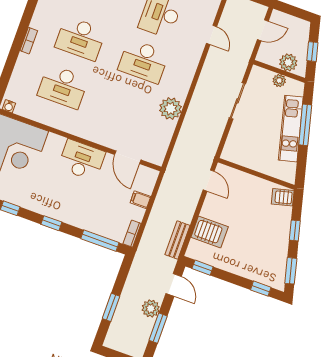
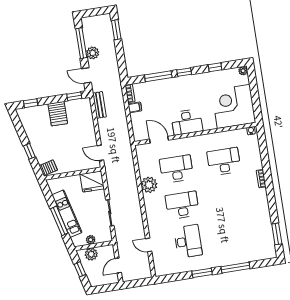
desk: (80, 38) -> (176, 169), moved
fridge: (238, 151) -> (92, 182), added
filing cabinet: (140, 200) -> (135, 107), moved
server rack: (210, 232) -> (58, 114), moved, turned -90
window: (100, 241) -> (158, 76), moved
window: (291, 271) -> (18, 125), removed
window: (111, 307) -> (116, 30), moved
window: (158, 328) -> (81, 43), width x1.44

